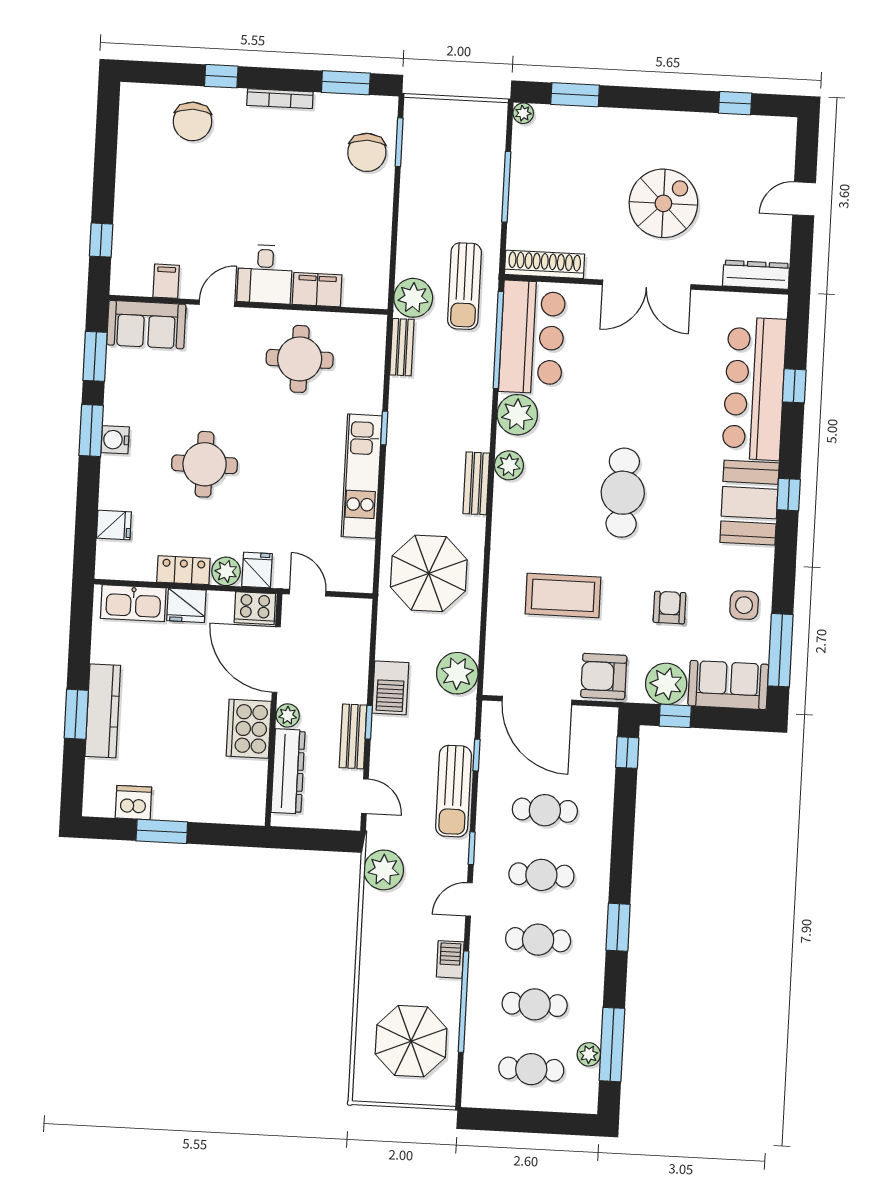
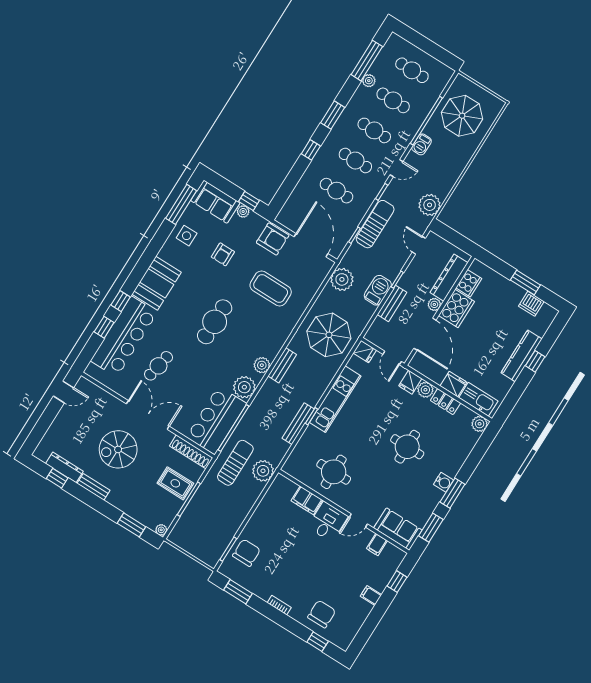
window: (221, 76) -> (318, 642), moved
bookcase: (280, 99) -> (279, 605), width x0.64
bench: (669, 122) -> (94, 487), added
filing cabinet: (130, 195) -> (371, 595), added
door: (804, 199) -> (64, 392), moved
rug: (542, 200) -> (175, 483), added
dresser: (756, 275) -> (64, 467), moved, turned 180
bench: (402, 347) -> (298, 424), moved, width x1.36
cafe table: (673, 373) -> (159, 366), added
window: (789, 495) -> (121, 301), moved
fridge: (114, 525) -> (365, 352), moved, turned 180
plant: (109, 565) -> (480, 424), added
cooker: (255, 608) -> (469, 283), moved, turned 90
plant: (666, 684) -> (243, 211), width x0.53, depth x0.53
window: (76, 714) -> (535, 361), width x0.67
bench: (353, 736) -> (392, 303), moved
window: (627, 753) -> (311, 150), moved
plant: (589, 1054) -> (369, 81), moved

